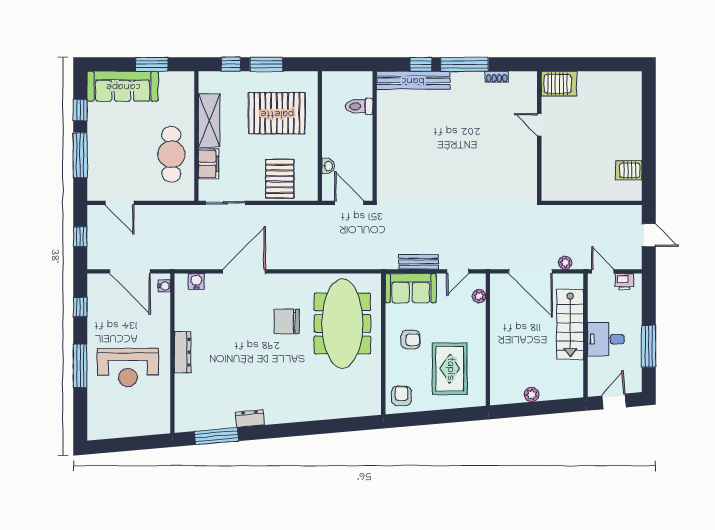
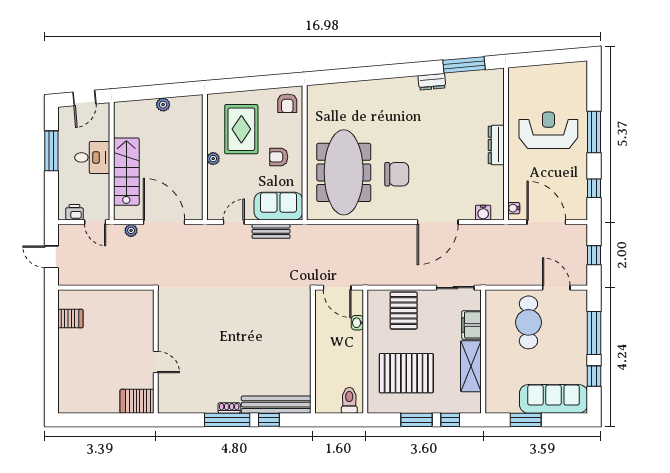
shoe rack: (497, 77) -> (229, 408), moved
toilet: (359, 106) -> (349, 400), moved, turned -90
cafe table: (171, 154) -> (528, 322), moved
plant: (479, 296) -> (213, 159), moved

